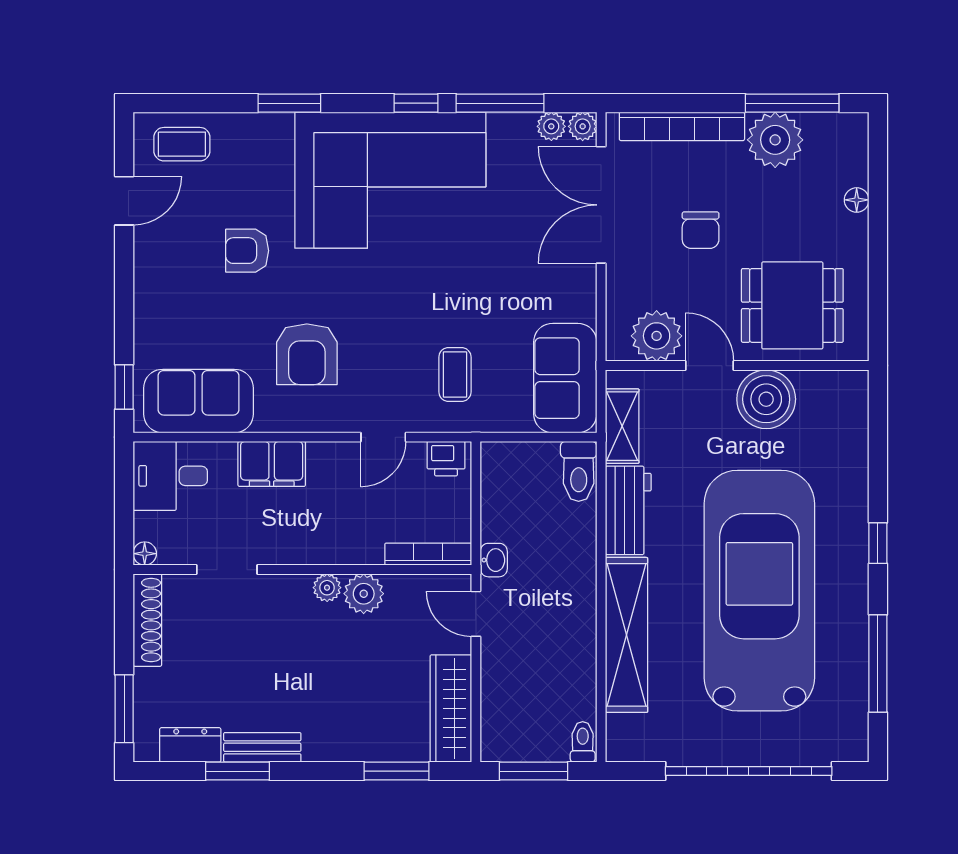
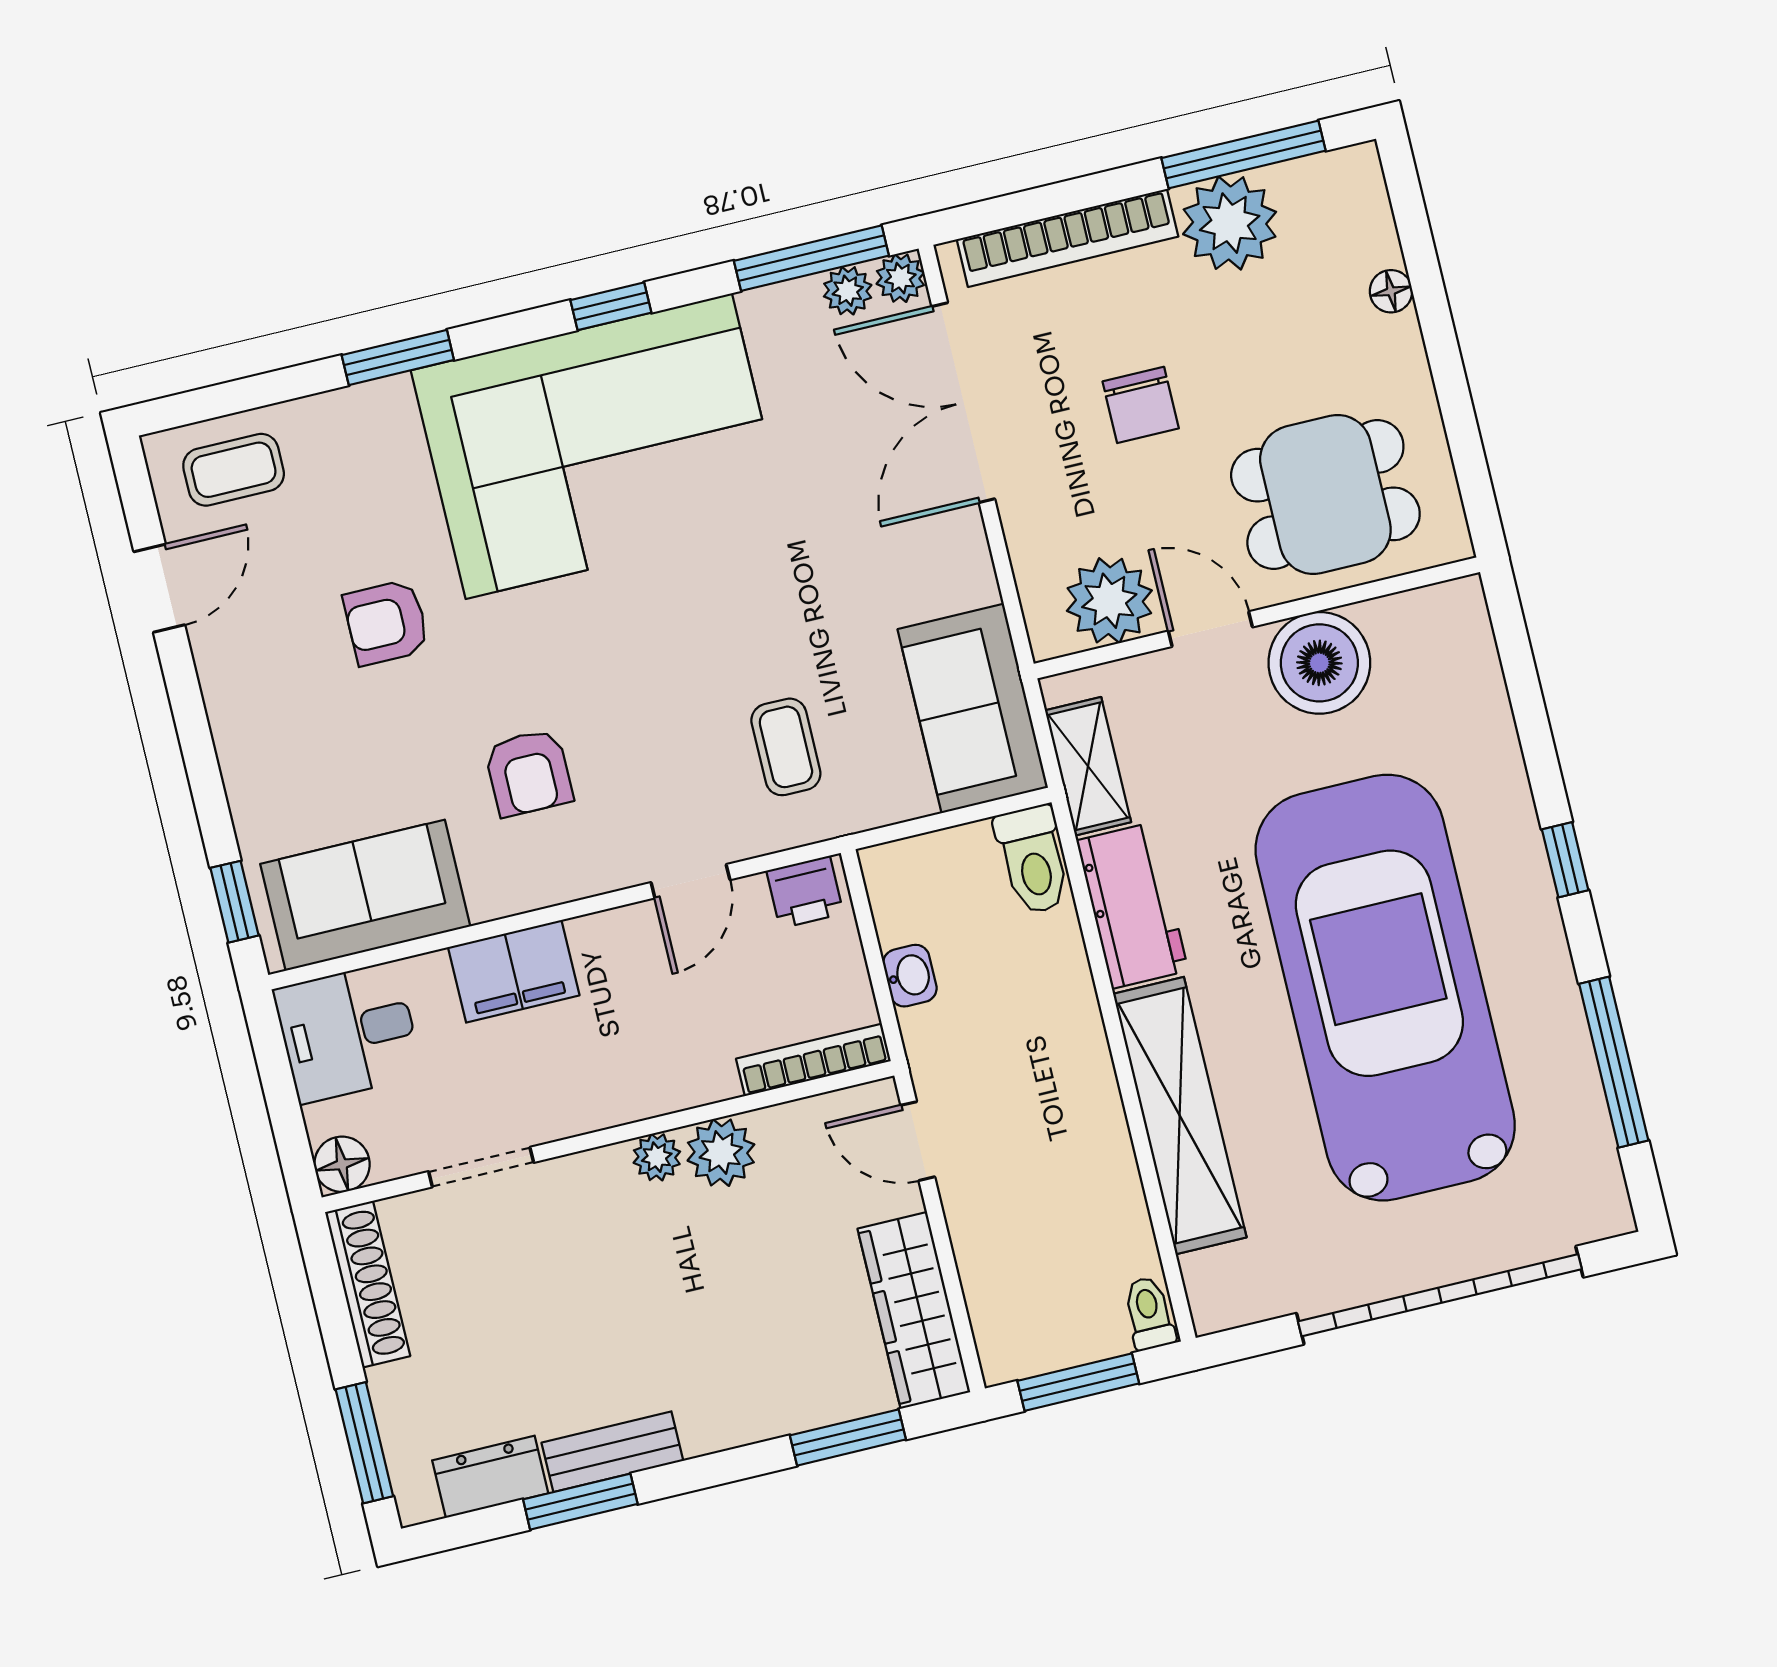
window: (500, 103) -> (811, 258), moved
armchair: (307, 354) -> (529, 773), width x0.72, depth x0.72
floor lamp: (145, 554) -> (342, 1164), width x1.37, depth x1.37
washbasin: (494, 560) -> (910, 976), moved

